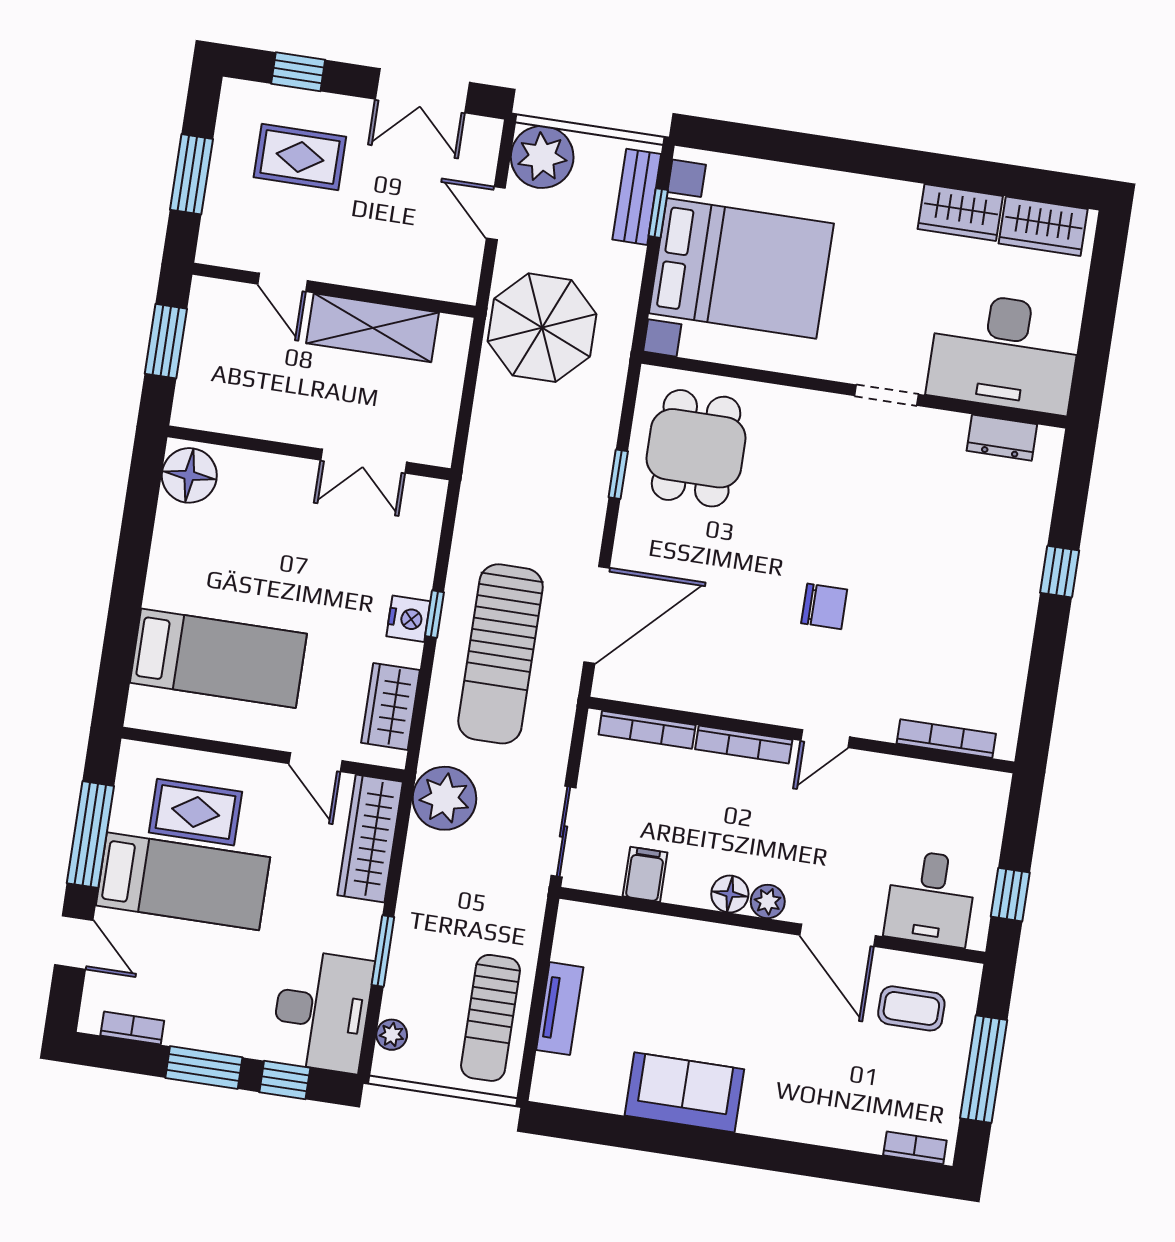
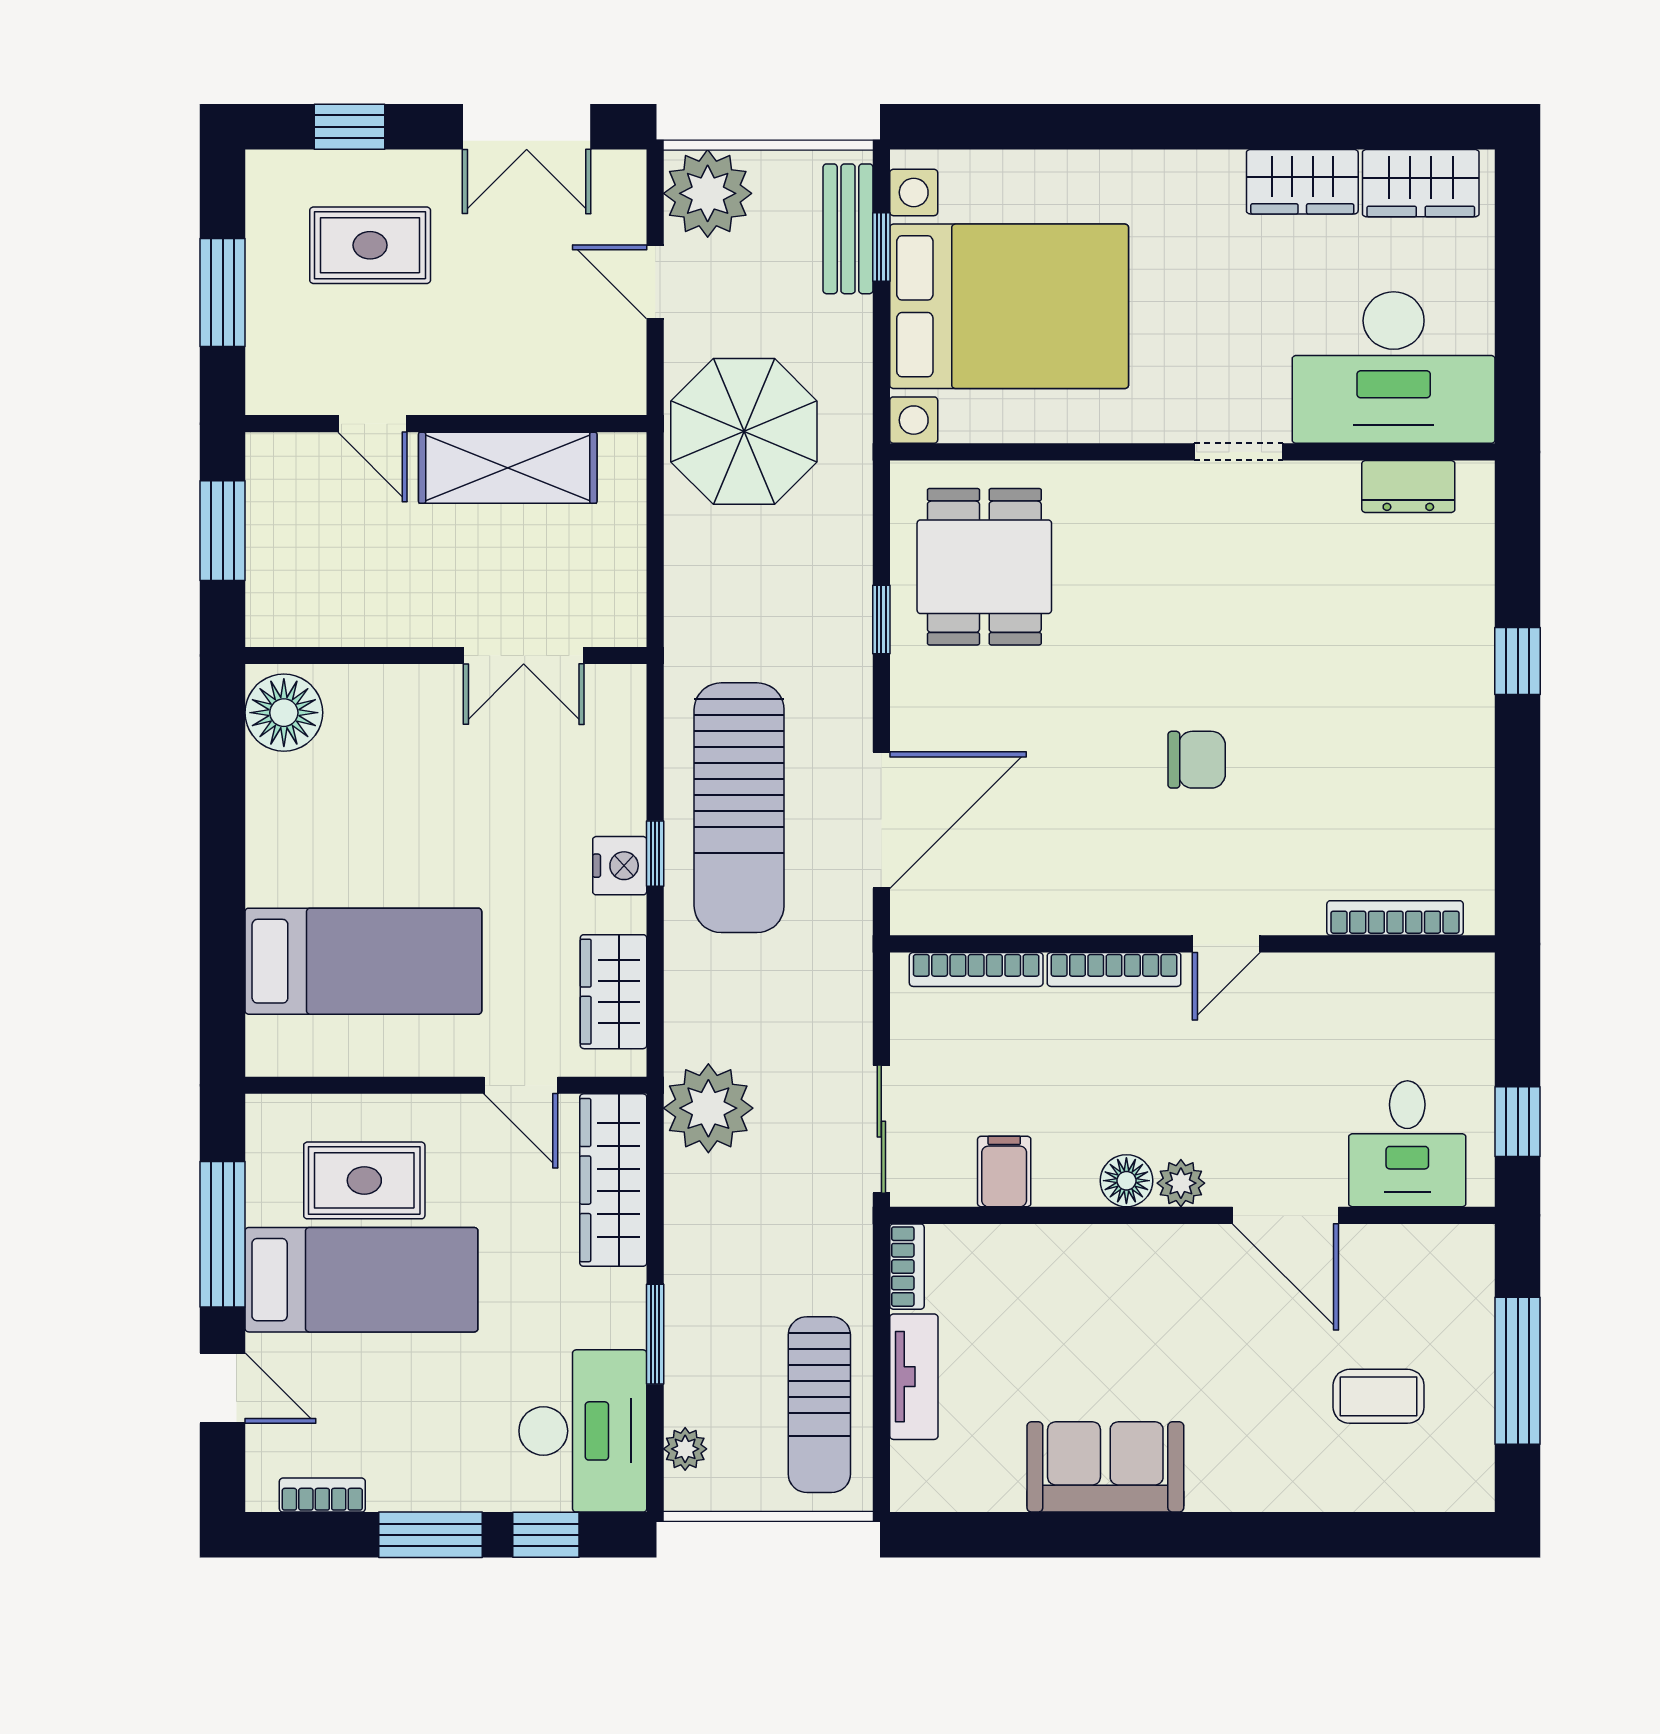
sun lounger: (501, 654) -> (739, 808), moved
coffee table: (911, 1008) -> (1379, 1396), moved
bookcase: (915, 1148) -> (907, 1267), moved, turned 90

